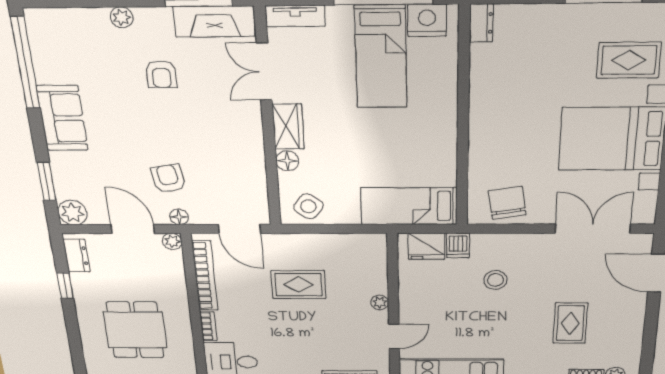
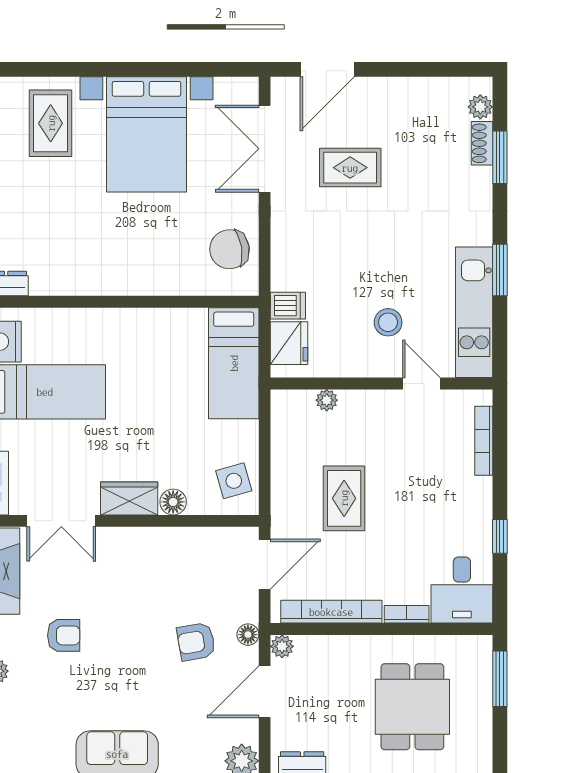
side table: (308, 206) -> (234, 481), turned 38
stool: (495, 280) -> (388, 322), moved
plant: (380, 302) -> (327, 400), moved
rug: (570, 323) -> (350, 168), moved
dining table: (135, 330) -> (412, 707), turned 90

